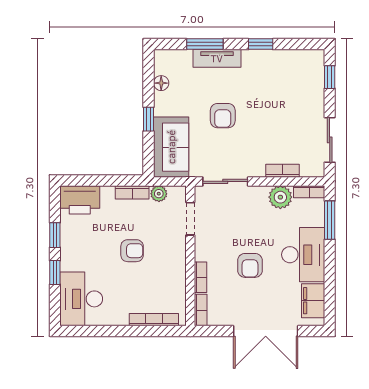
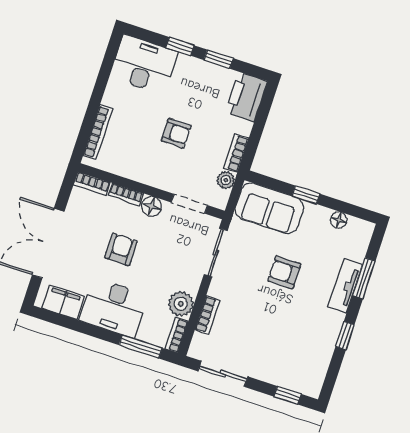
armchair: (132, 251) -> (176, 133), turned -90
floor lamp: (203, 251) -> (152, 206), added
armchair: (250, 265) -> (121, 249), turned 90

